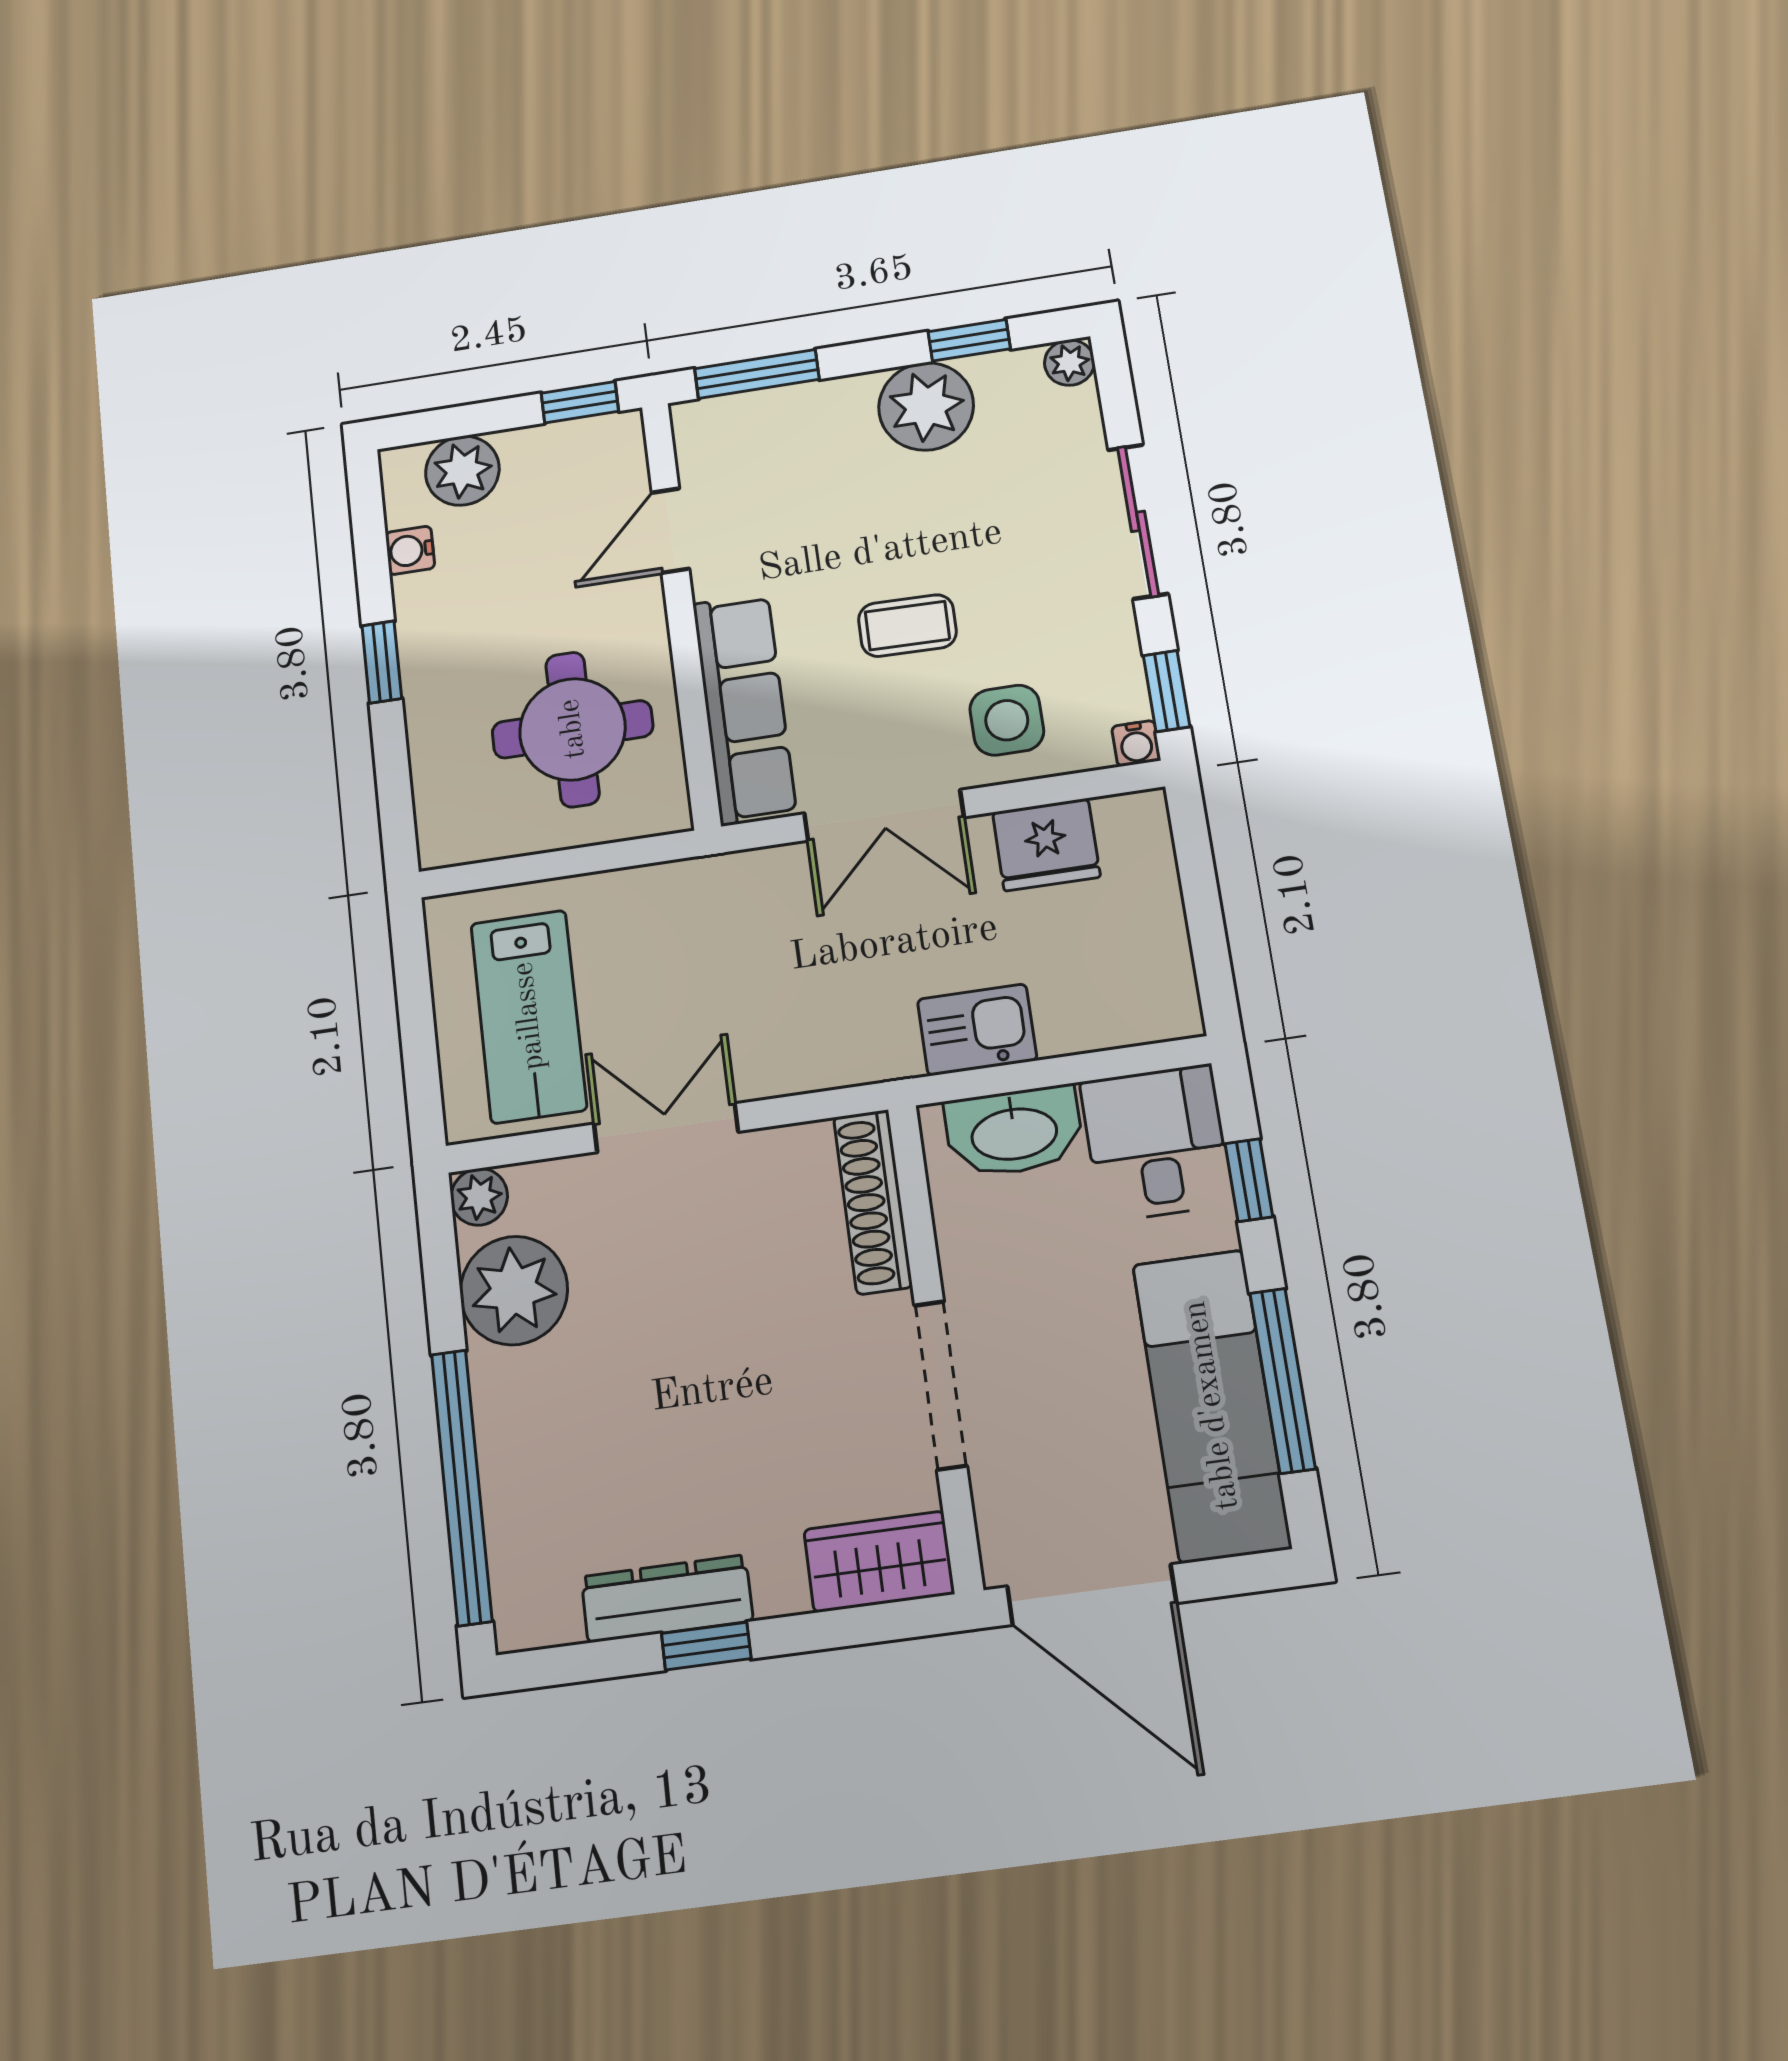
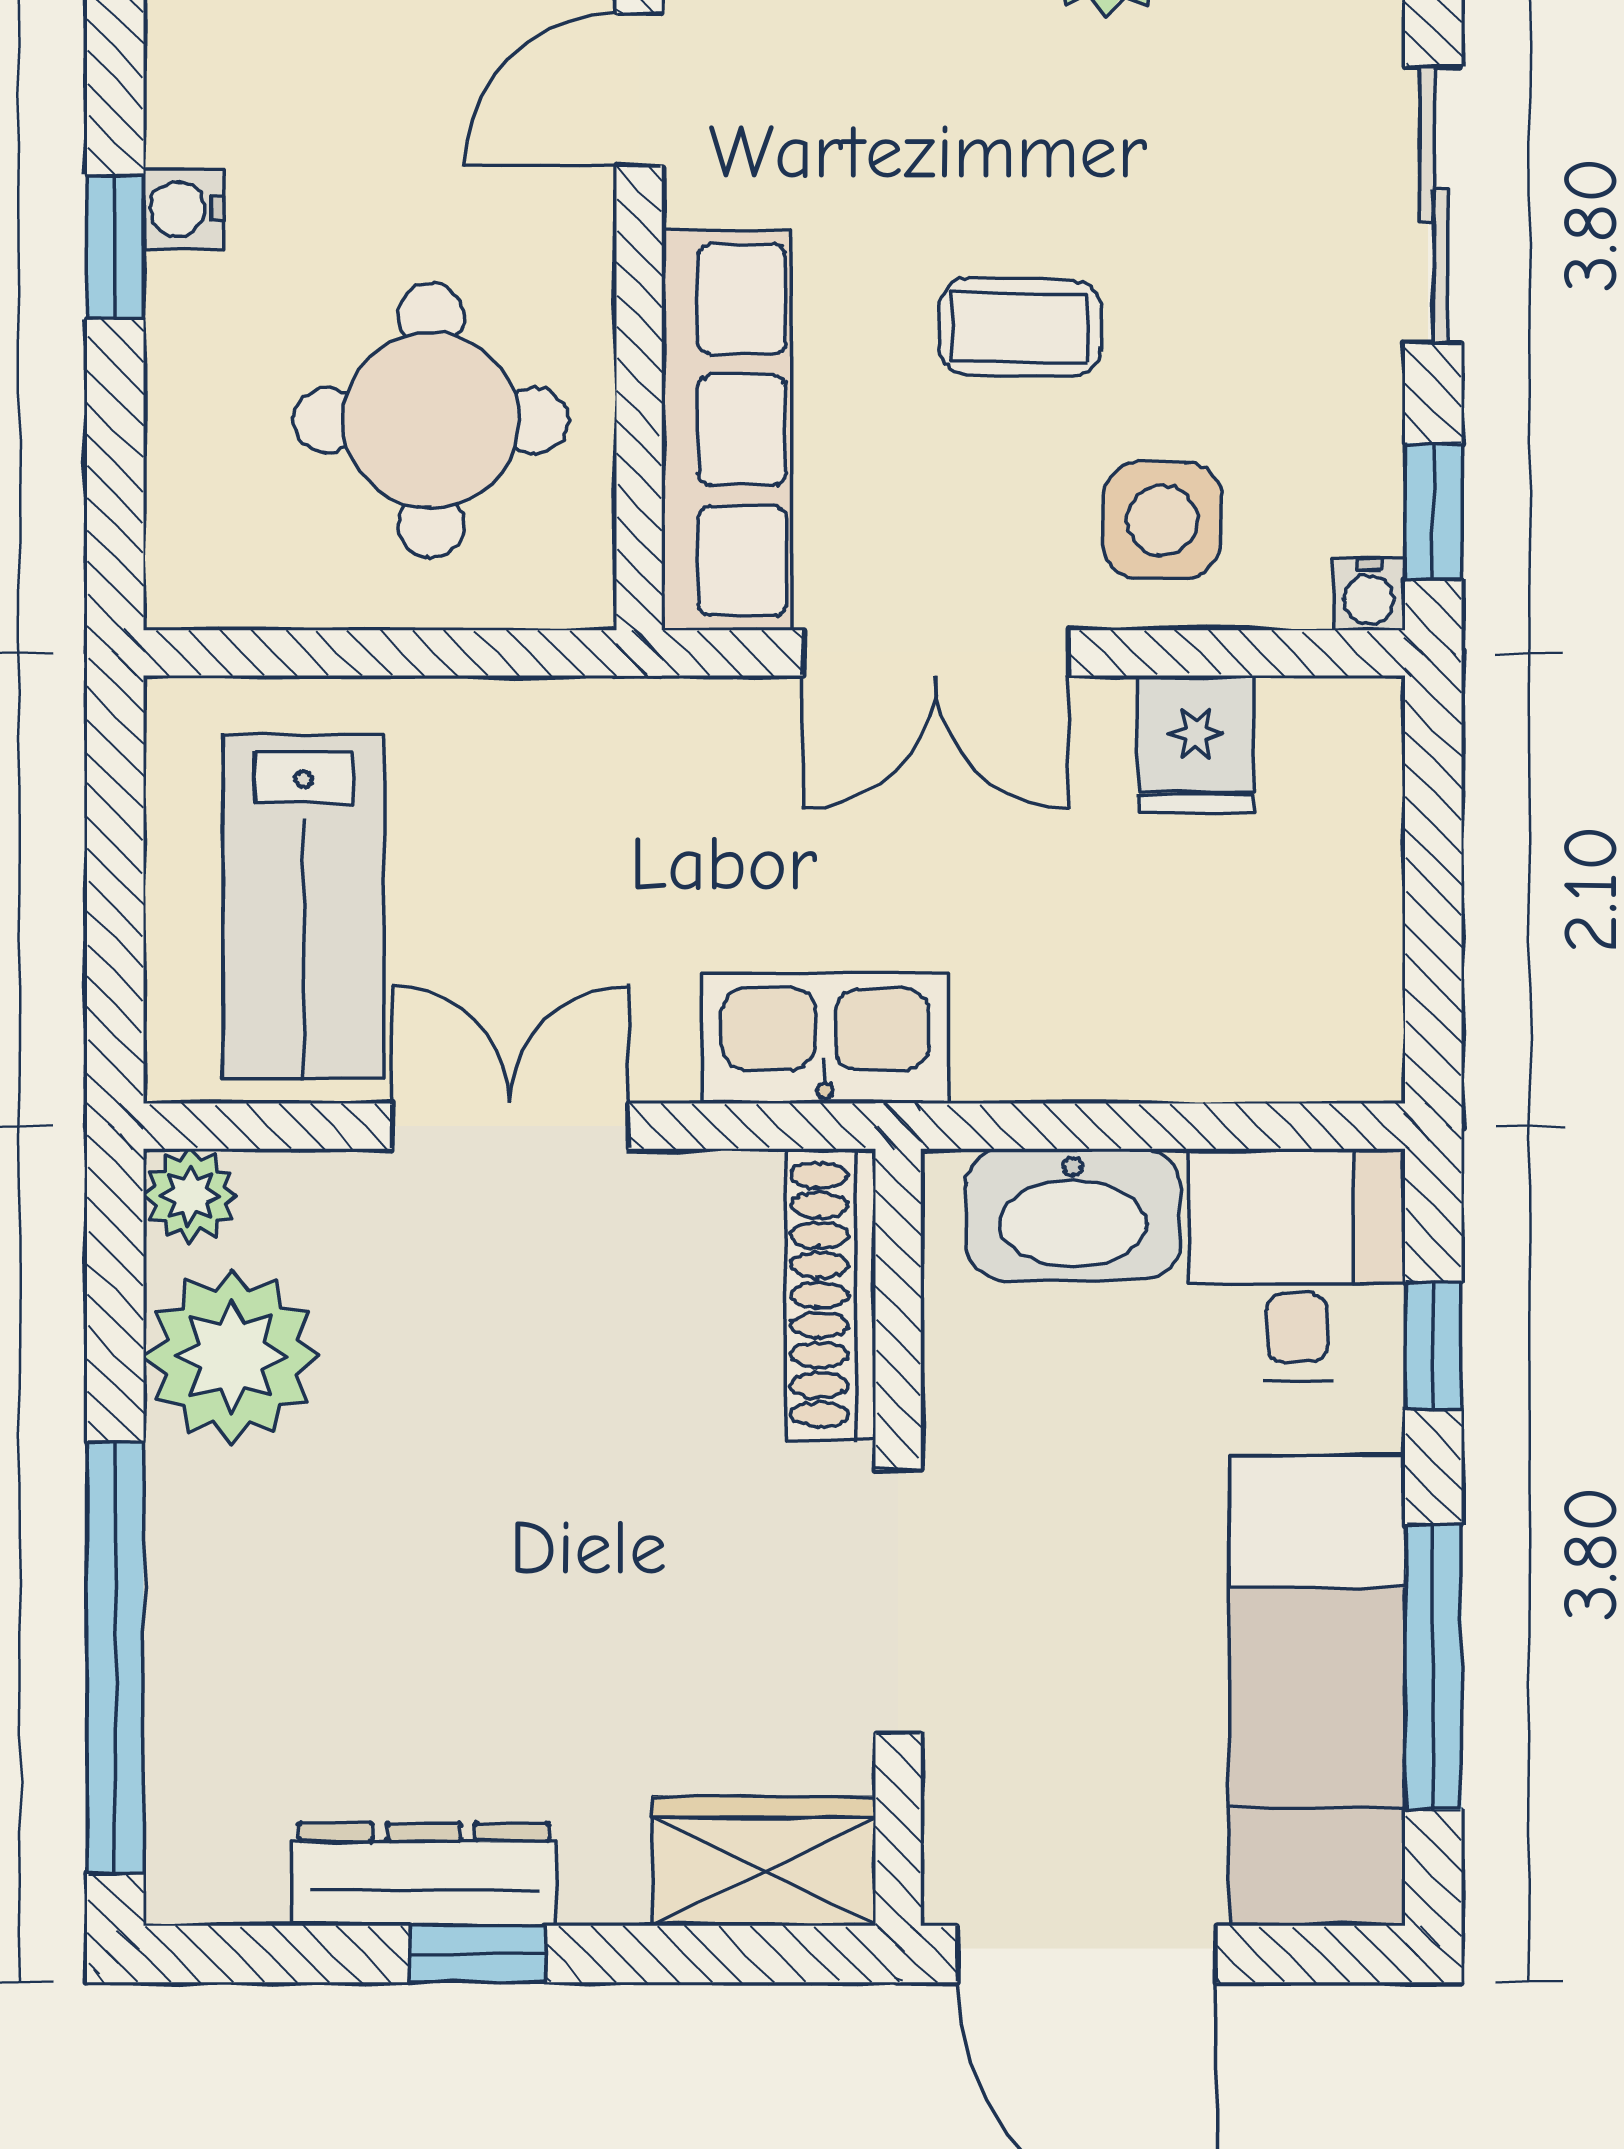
water cooler: (410, 550) -> (184, 209), moved
fridge: (1046, 845) -> (1196, 745), width x0.72
kitchen sink: (977, 1030) -> (825, 1038), moved, width x1.38

